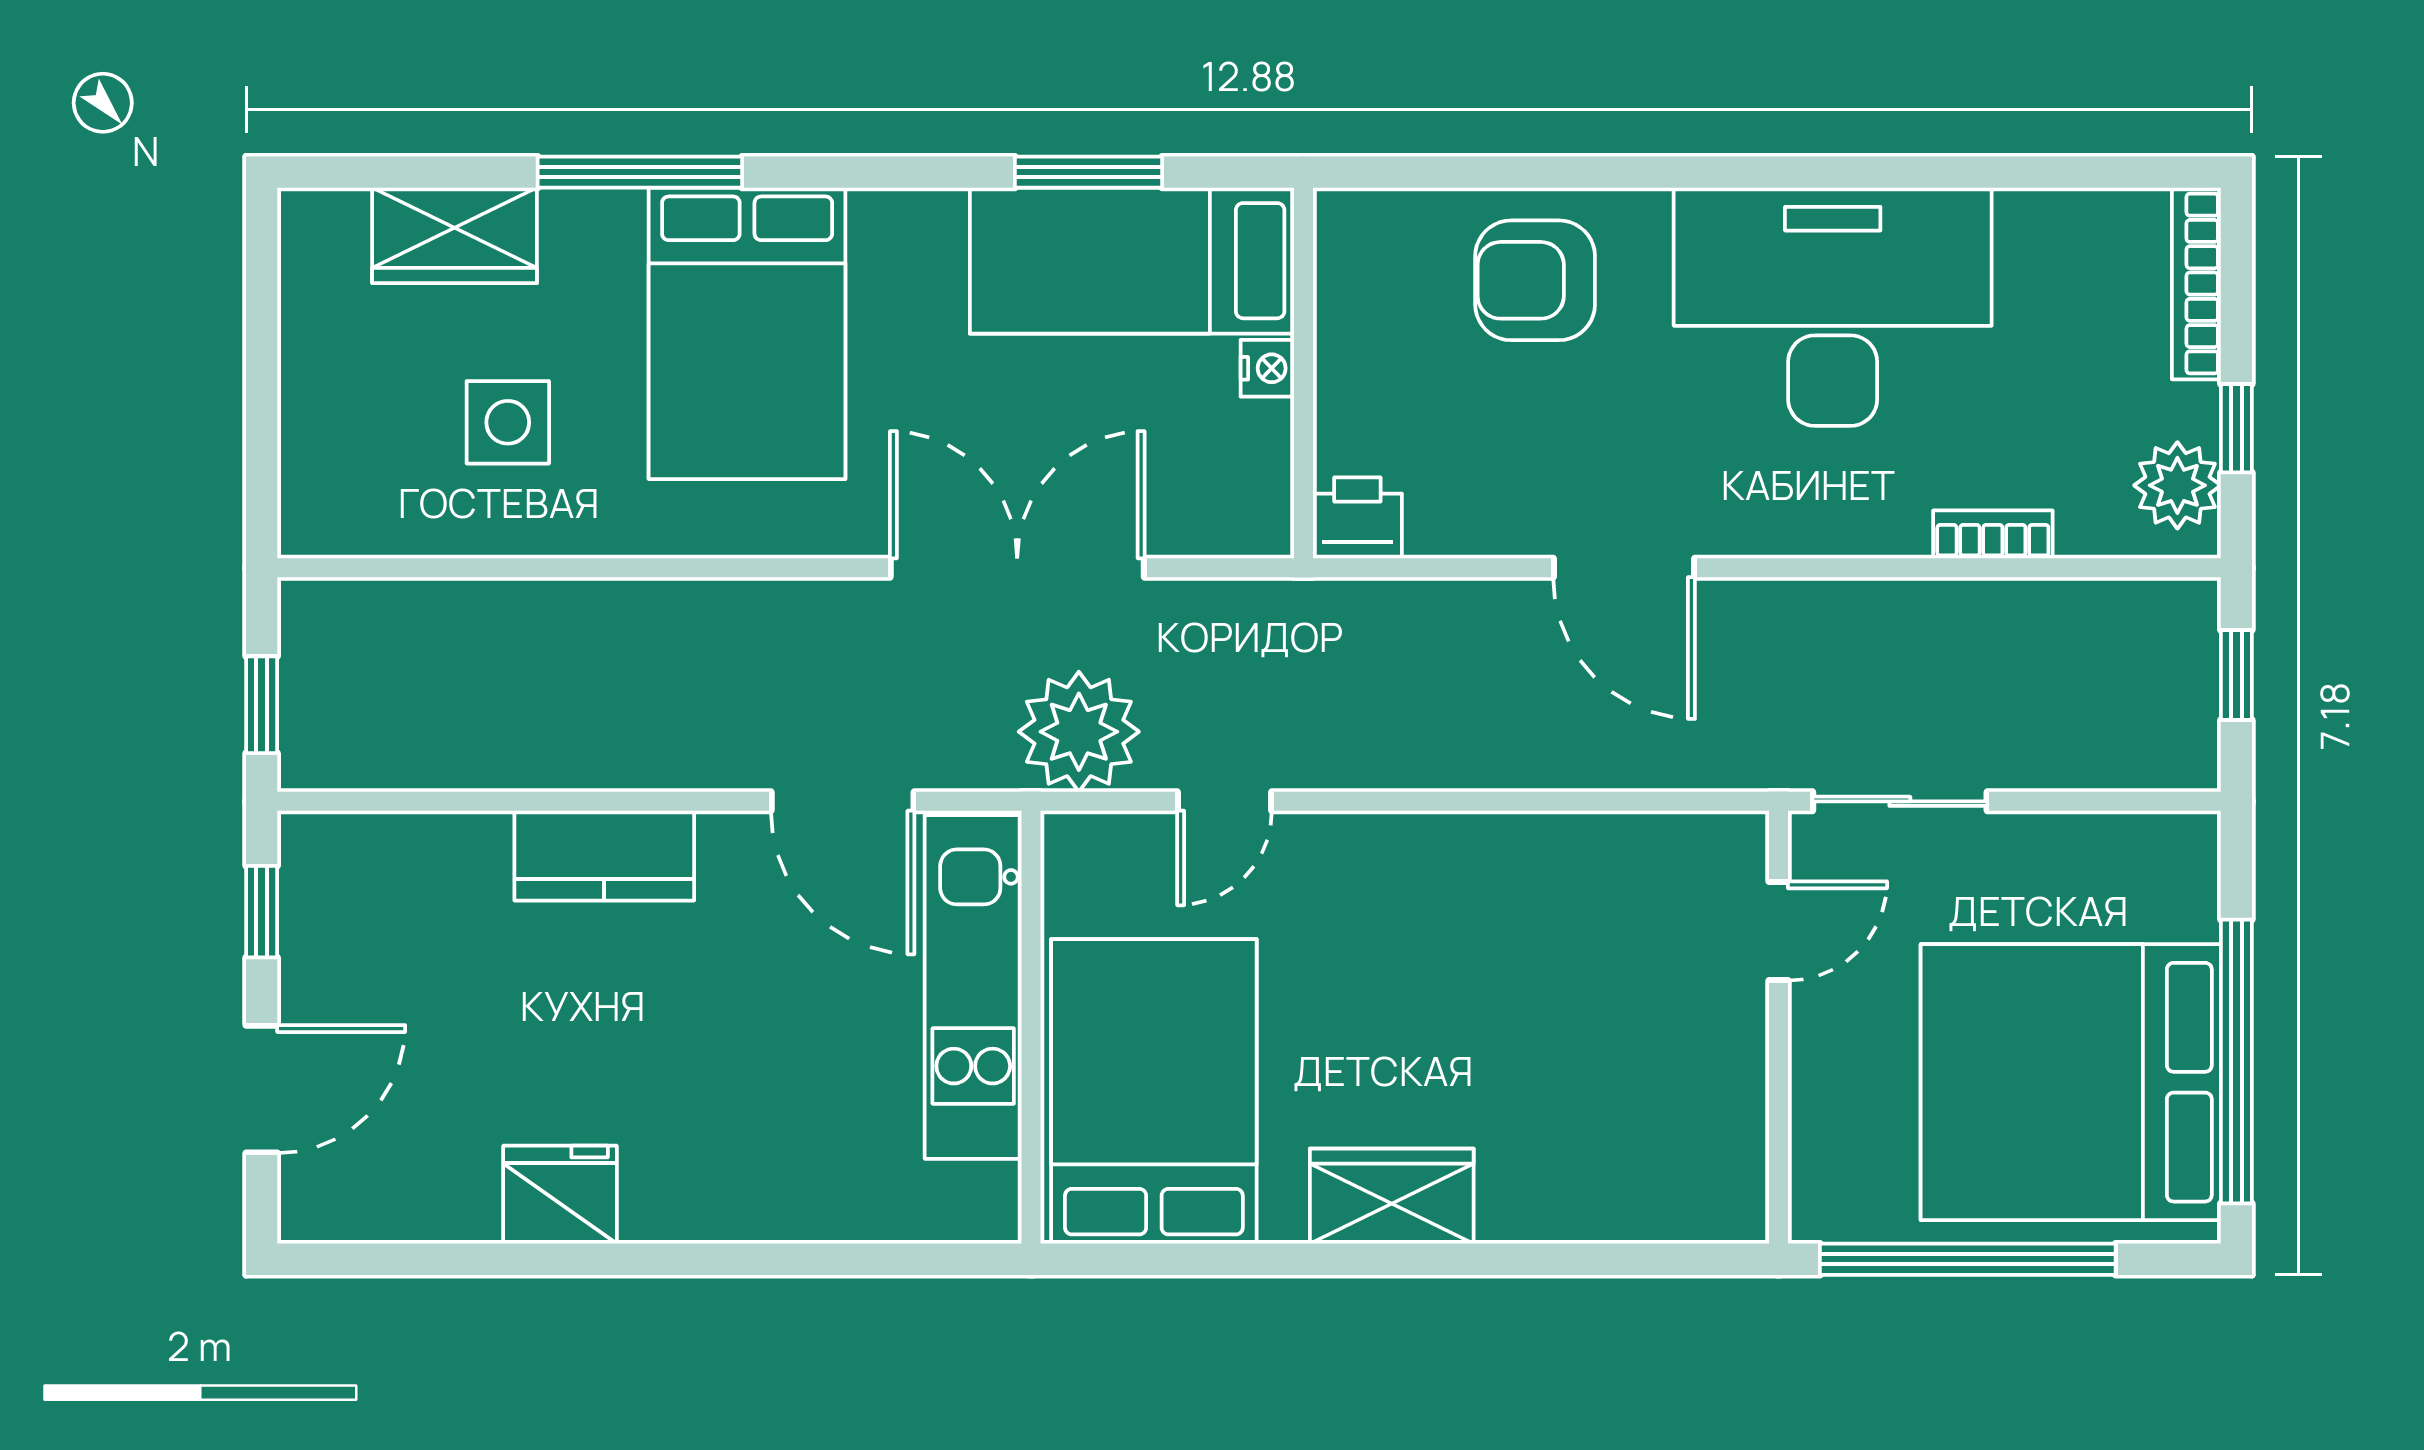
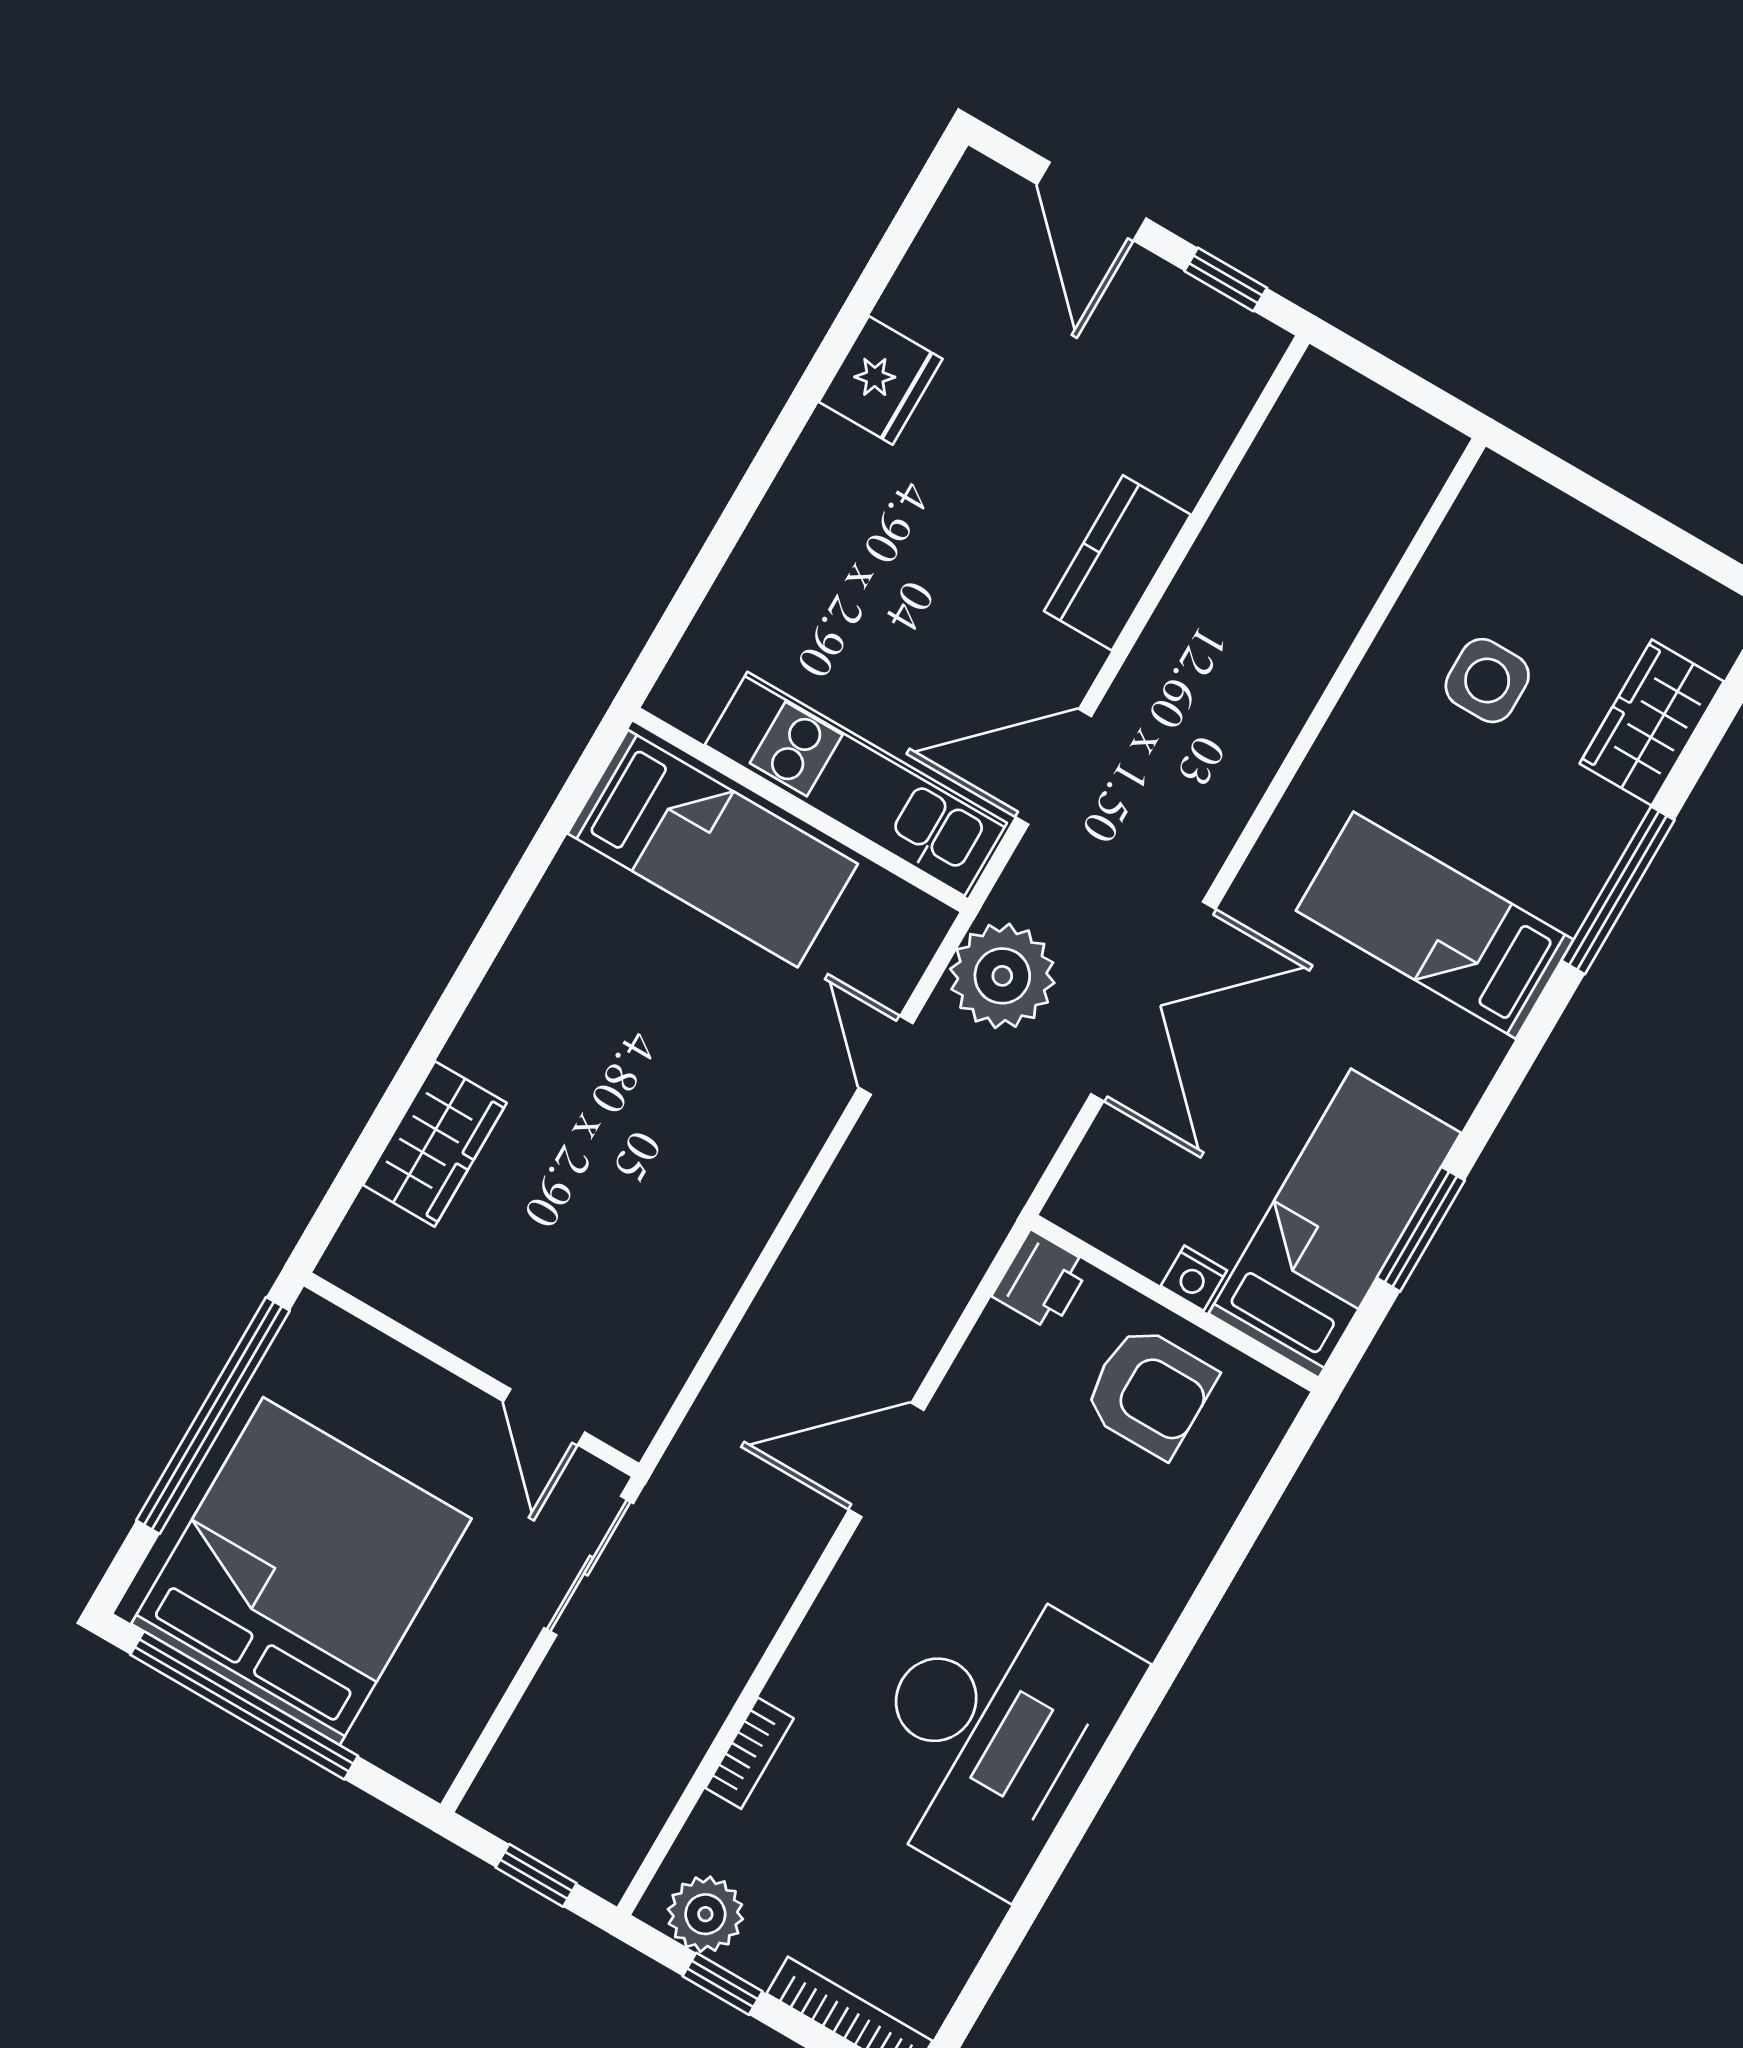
armchair: (1535, 280) -> (1150, 1391), moved, turned 90
bed: (747, 333) -> (1435, 925), width x0.67
window: (262, 705) -> (1382, 370), removed
bed: (1154, 1091) -> (713, 849), width x0.67
wardrobe: (1392, 1196) -> (435, 1144), moved

